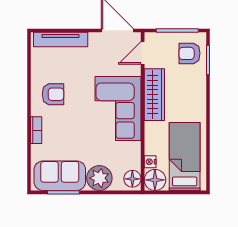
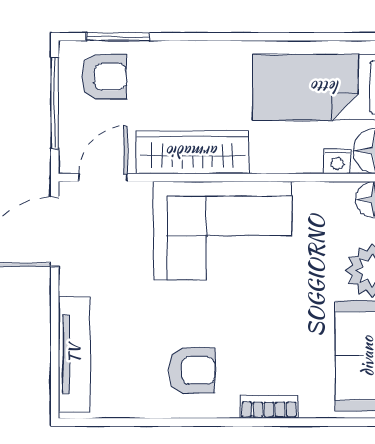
door: (143, 53) -> (103, 178), swing flipped
armchair: (189, 53) -> (104, 77), turned -90
armchair: (53, 94) -> (192, 370), turned 90

